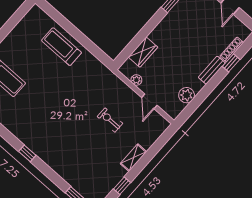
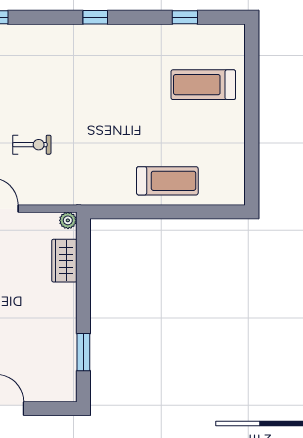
plant: (136, 80) -> (68, 220), moved

